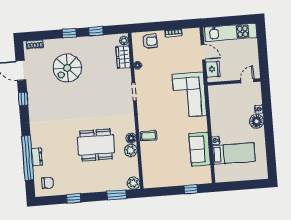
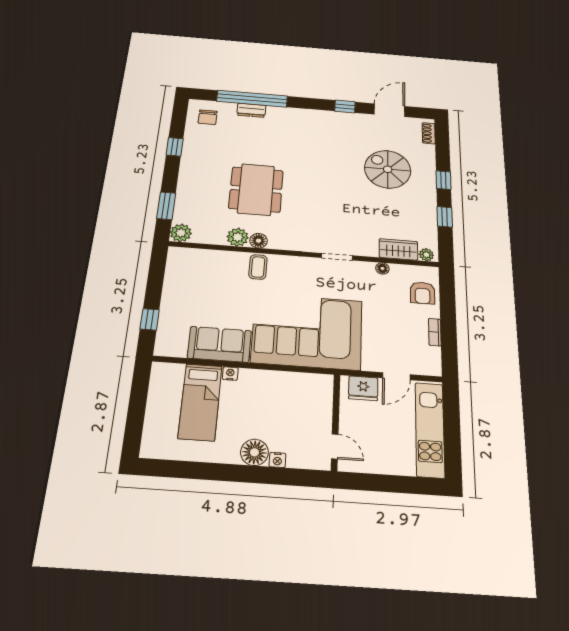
corner sofa: (189, 95) -> (307, 331), width x1.36, depth x1.36

